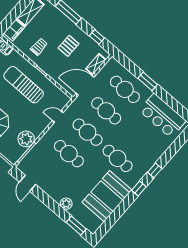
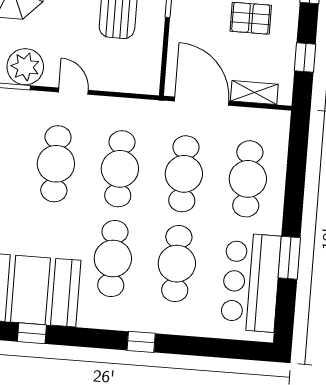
window: (148, 81) -> (289, 258), moved
door: (58, 117) -> (73, 91), moved
cafe table: (136, 137) -> (177, 264), added
window: (139, 188) -> (32, 333), moved

